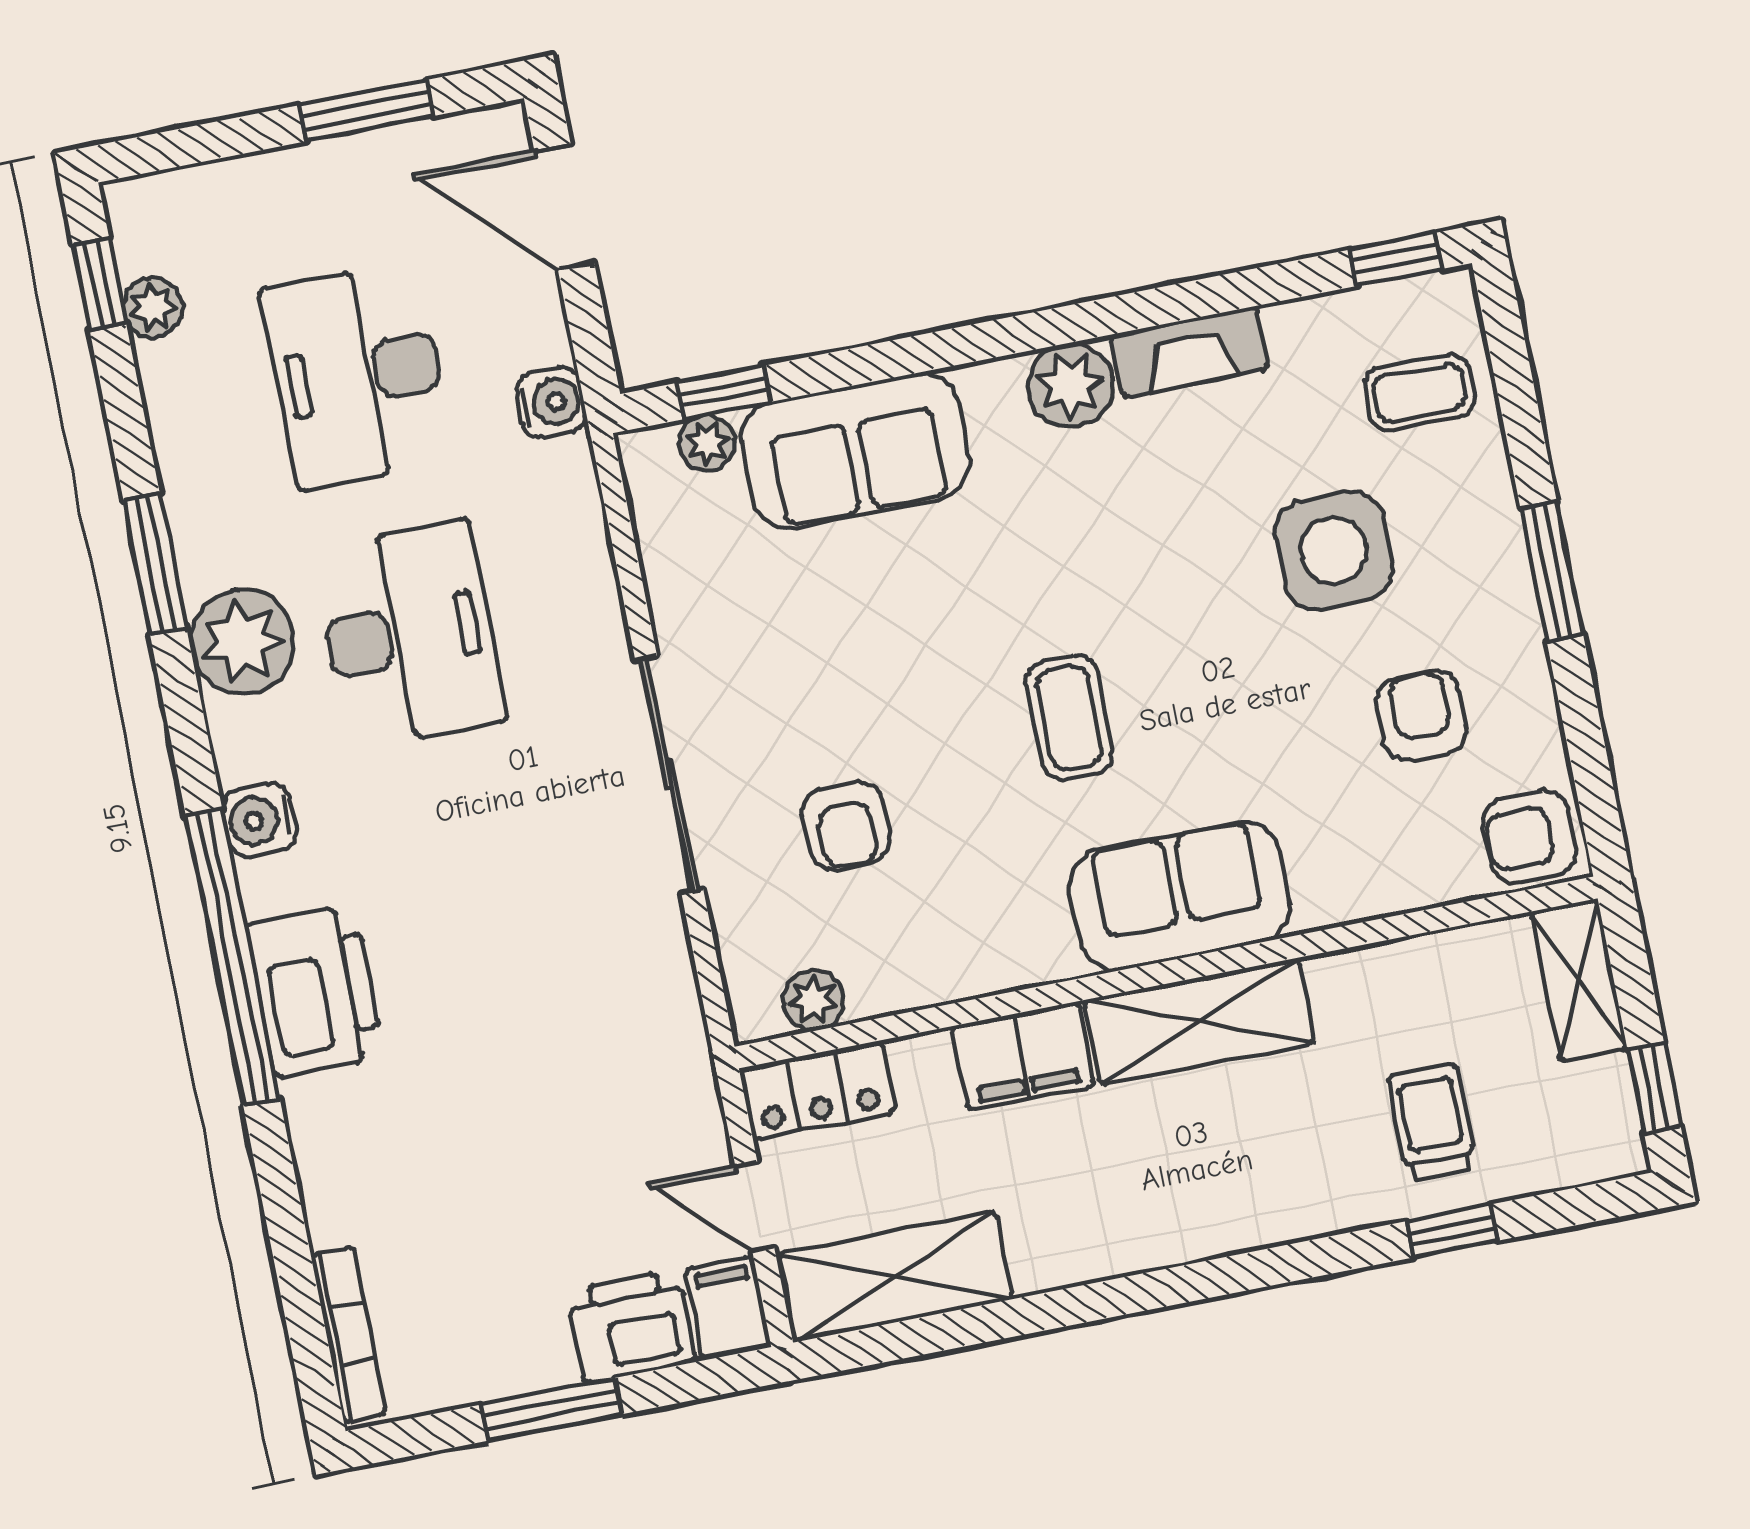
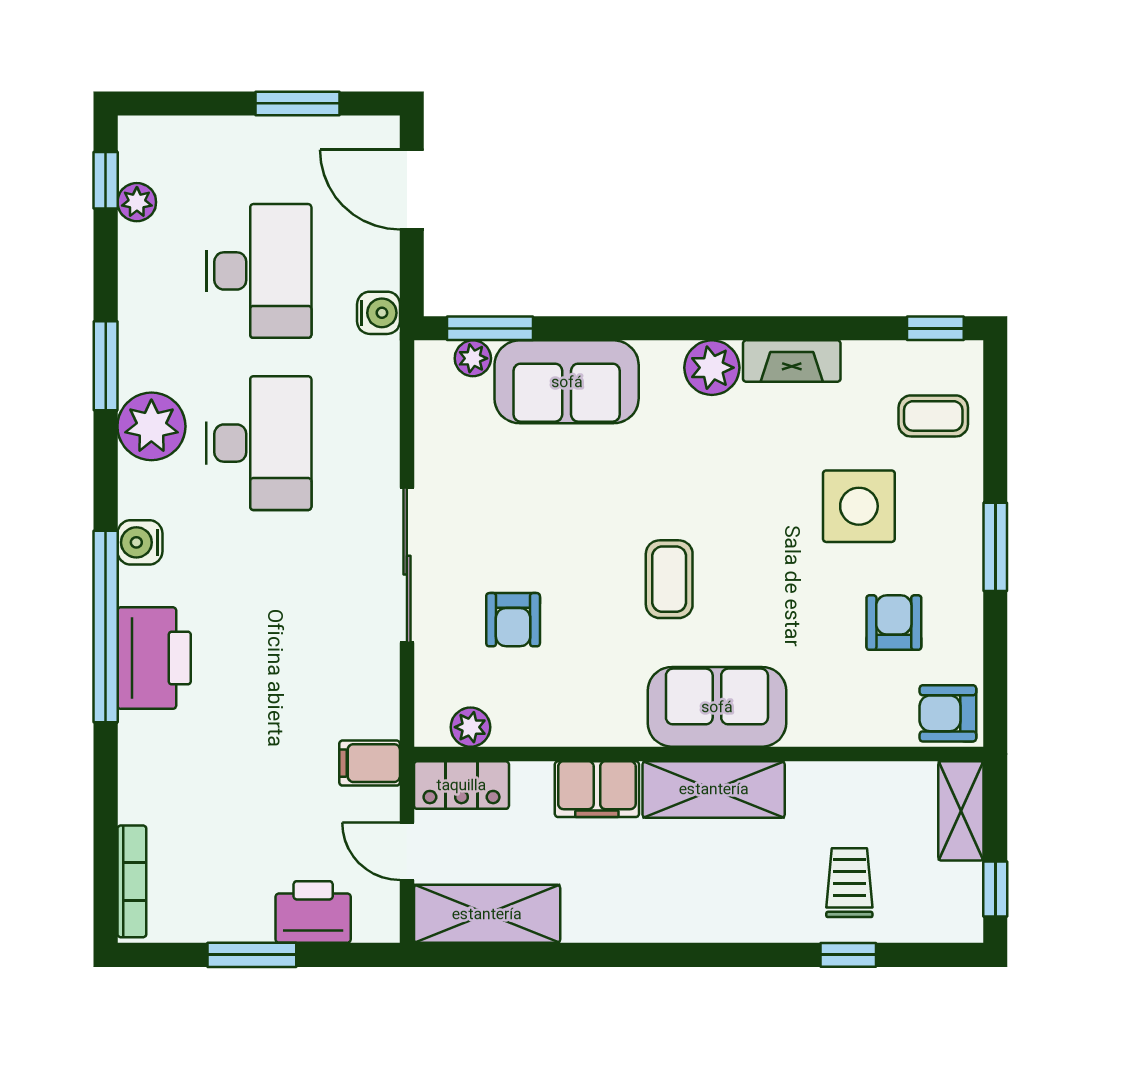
desk: (358, 375) -> (259, 271), turned 180
window: (724, 392) -> (490, 328), width x1.50
filing cabinet: (728, 1308) -> (370, 763), moved, turned -90

